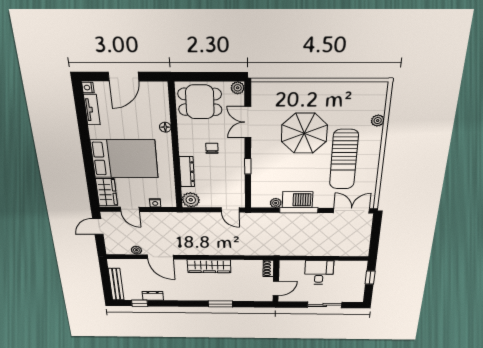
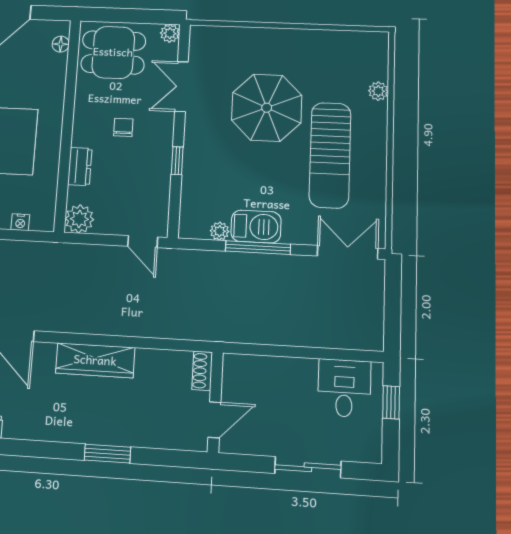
floor lamp: (165, 127) -> (61, 44), moved
dresser: (187, 172) -> (80, 167), width x0.70
desk: (319, 272) -> (344, 388), moved

